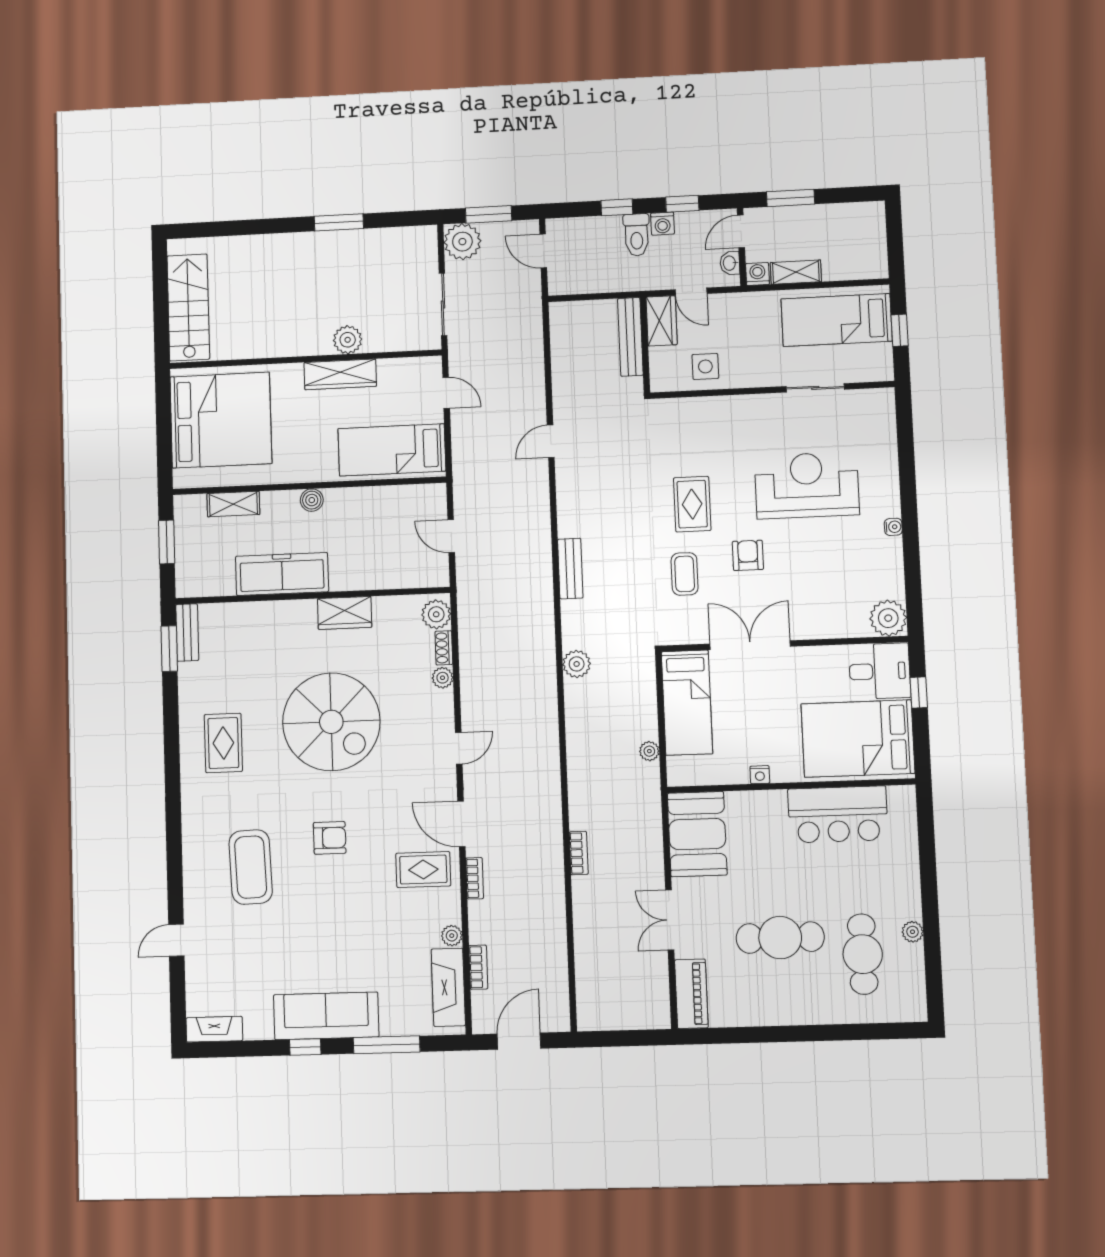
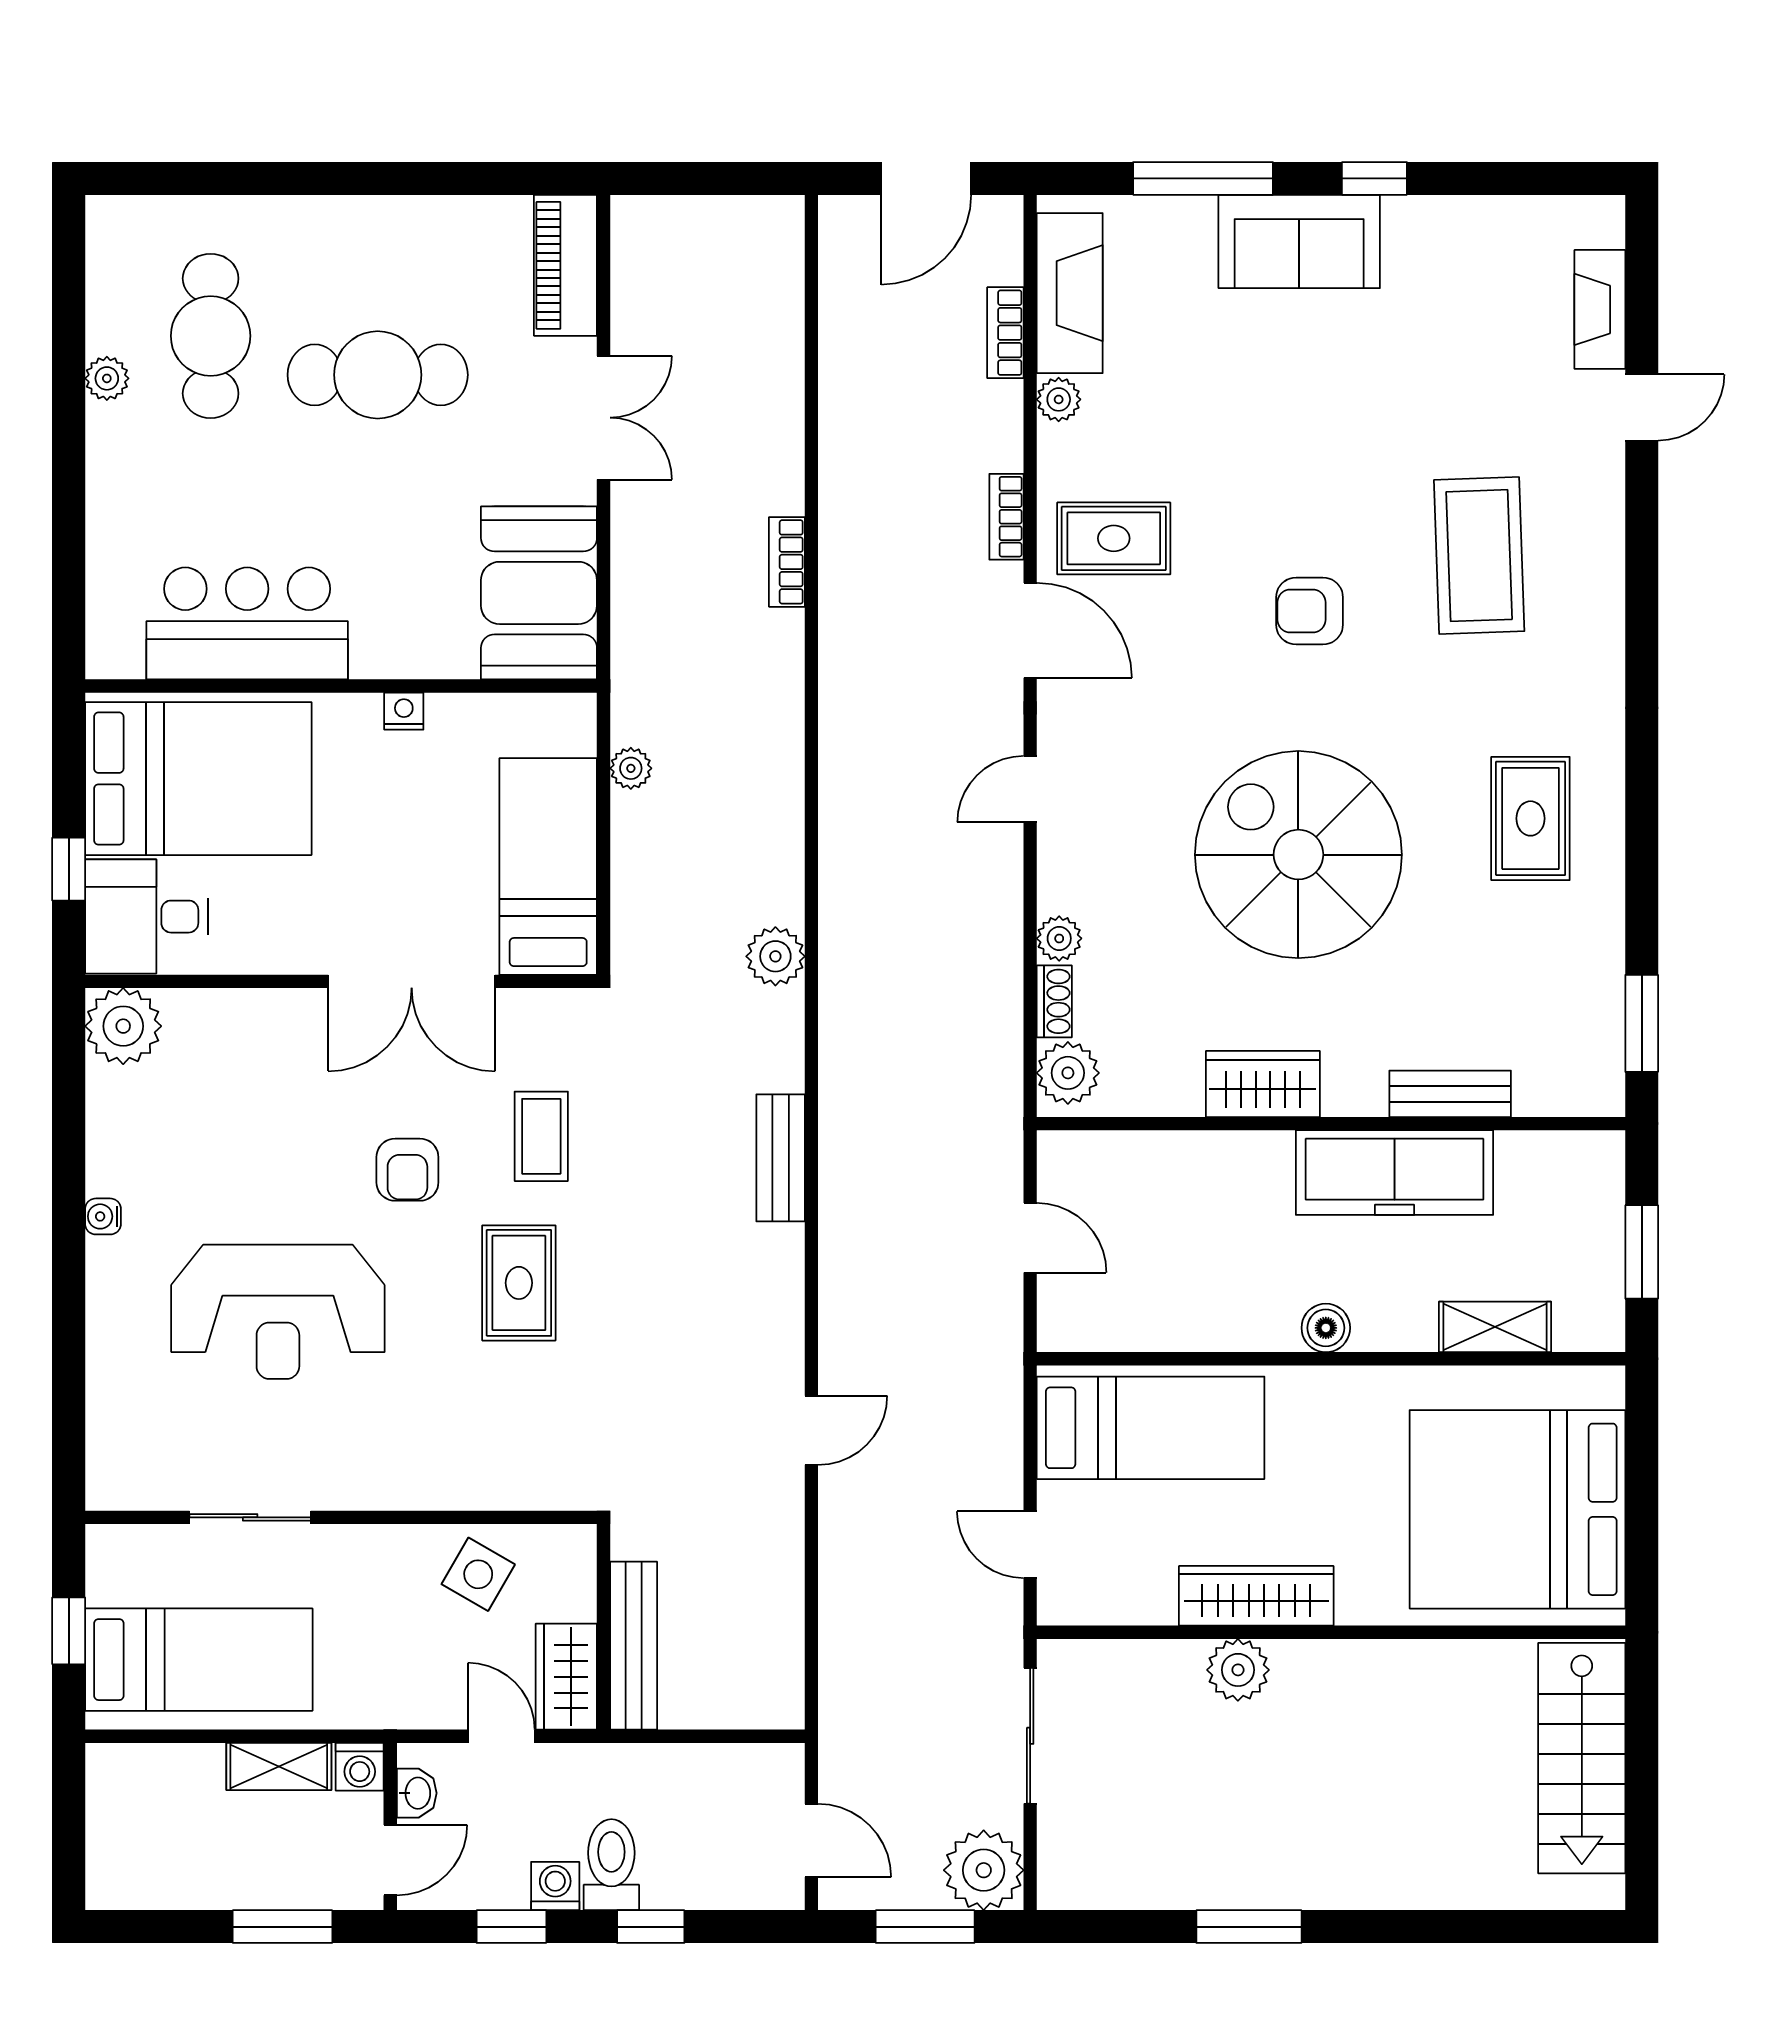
side table: (705, 366) -> (478, 1574), turned 30
bench: (187, 632) -> (1450, 1094), moved, turned 90
sofa: (326, 1016) -> (1299, 242), width x0.73
fireplace: (214, 1029) -> (1600, 309), moved, turned 90

